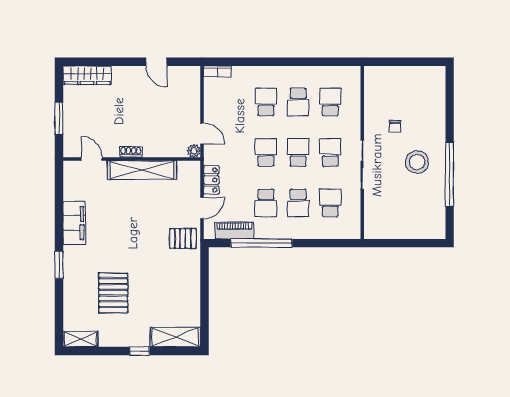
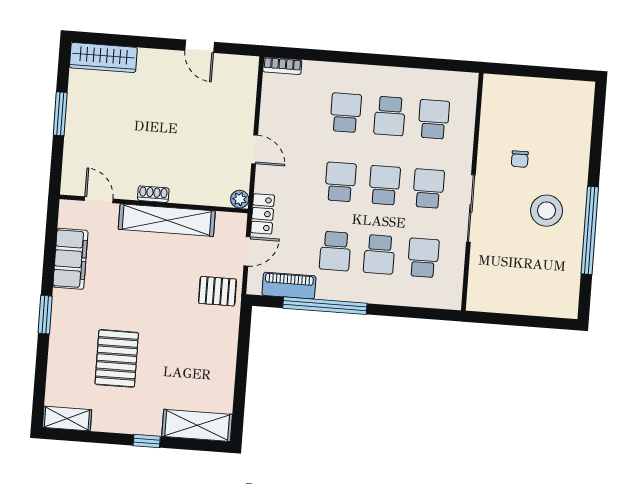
plant: (194, 151) -> (240, 199), moved
shoe rack: (131, 152) -> (153, 194), moved
door: (92, 159) -> (99, 200), moved
wall: (132, 159) -> (154, 204), moved
shelving: (142, 170) -> (167, 220), moved

